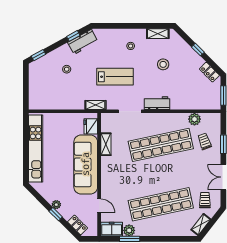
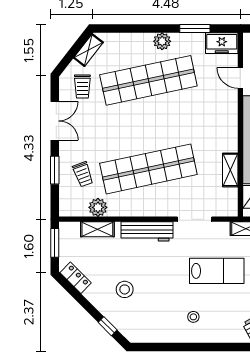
shelving: (158, 34) -> (97, 229), moved
window: (198, 50) -> (108, 326), moved
stool: (163, 64) -> (125, 289), moved
lab bench: (115, 77) -> (217, 271), turned 180
workbench: (157, 103) -> (147, 231), width x1.38
plant: (129, 230) -> (162, 41), moved

